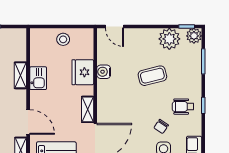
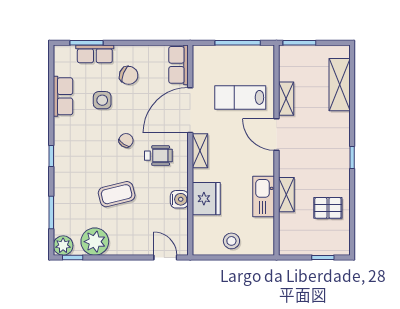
kitchen sink: (38, 78) -> (264, 197), width x1.38
wheelchair: (183, 107) -> (158, 156), moved
chair: (161, 126) -> (126, 140), moved

